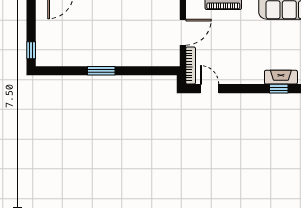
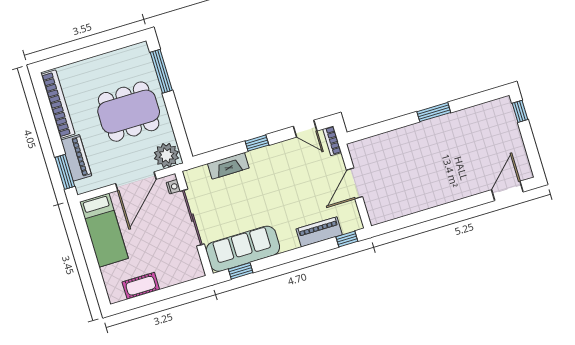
bookcase: (191, 66) -> (332, 141), width x0.64
window: (279, 89) -> (257, 143), moved

